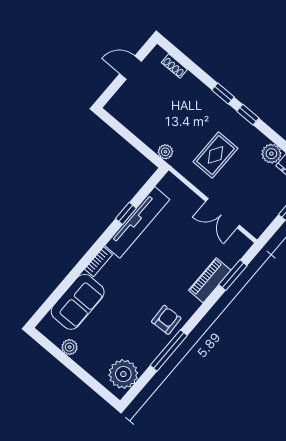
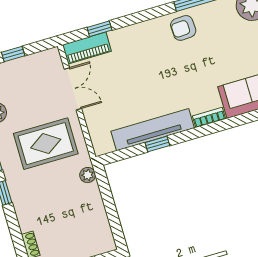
rug: (215, 155) -> (46, 144), width x1.36, depth x1.43
window: (233, 275) -> (99, 29), width x0.67
piano: (210, 280) -> (87, 48), moved

